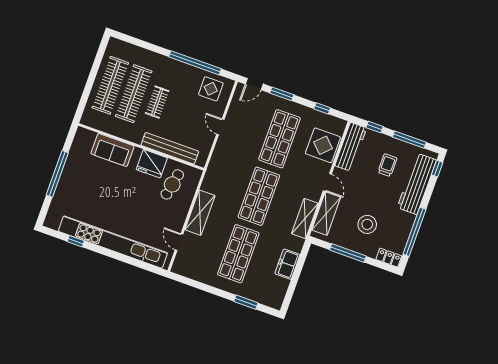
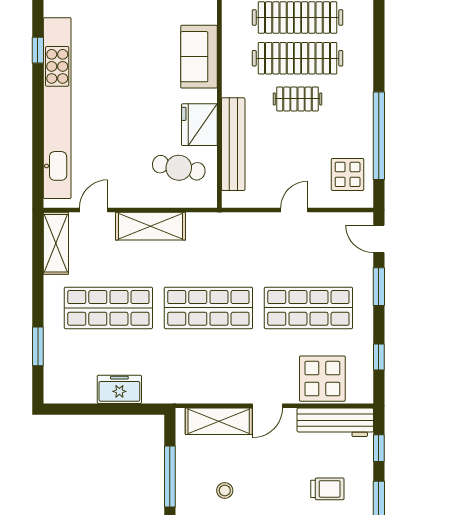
shelving: (305, 219) -> (56, 243), moved, turned 90
stool: (367, 224) -> (225, 490), width x0.53, depth x0.53

